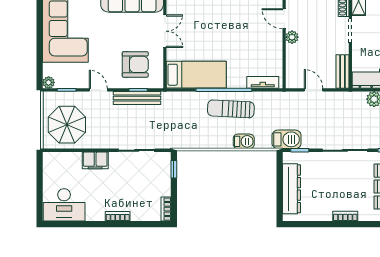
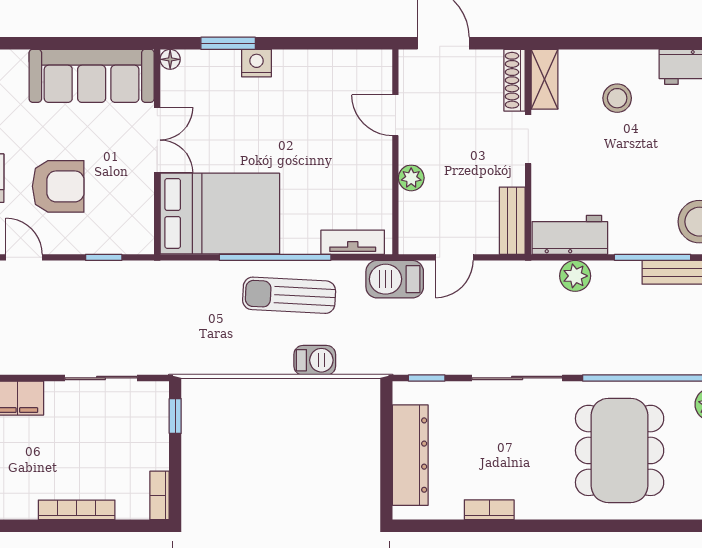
plant: (292, 37) -> (411, 178), moved
armchair: (135, 64) -> (58, 186), moved
bed: (196, 75) -> (220, 213), width x1.50
door: (314, 90) -> (454, 257), swing flipped
bench: (137, 98) -> (101, 274), removed
barbecue: (287, 139) -> (395, 279), moved, turned 180
bookcase: (118, 216) -> (77, 510), width x1.56
bookcase: (345, 216) -> (489, 510), moved

